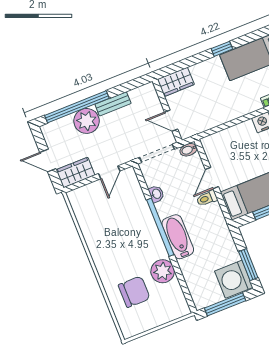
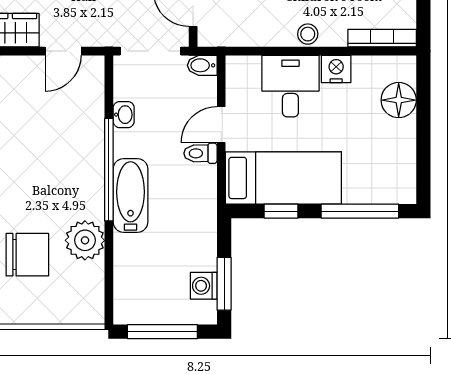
stool: (239, 109) -> (308, 34), added
desk: (241, 142) -> (290, 86), added
washing machine: (234, 279) -> (204, 286), width x0.53, depth x0.53

